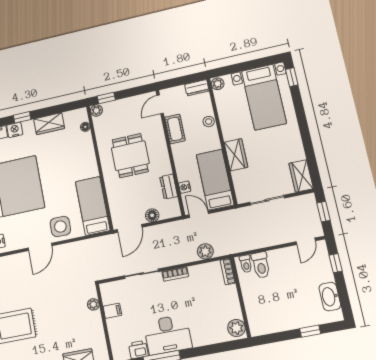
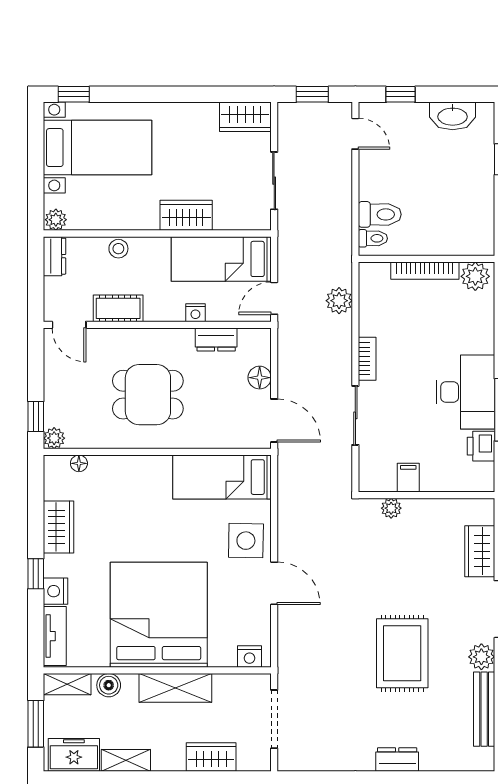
nightstand: (185, 187) -> (195, 313), moved
bookcase: (228, 272) -> (425, 271), moved, width x1.56

